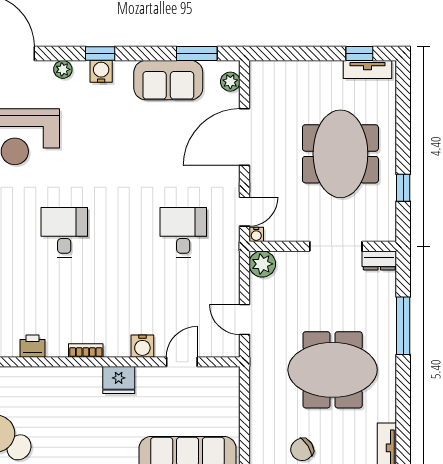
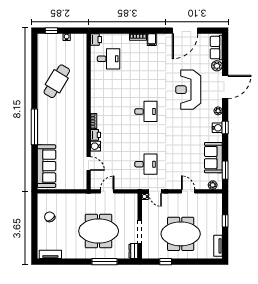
window: (359, 53) -> (225, 221), moved
door: (244, 137) -> (188, 191), width x0.53
plant: (262, 264) -> (132, 199), removed
printer: (33, 346) -> (95, 135), moved
meeting table: (333, 370) -> (99, 231), moved, turned 90
fridge: (119, 380) -> (80, 136), removed

